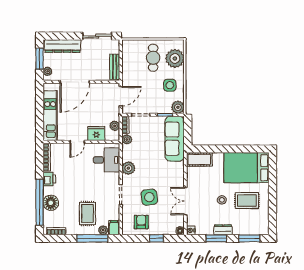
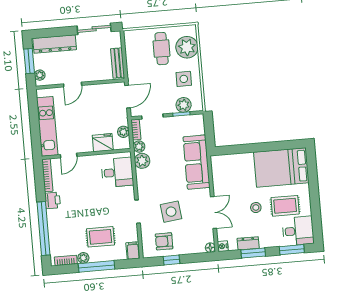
door: (75, 82) -> (73, 85), width x0.53
plant: (178, 107) -> (184, 105), moved
sofa: (175, 139) -> (196, 162), moved
door: (77, 142) -> (69, 155), moved
cot: (199, 159) -> (226, 163), removed
plant: (128, 168) -> (142, 161), moved
double door: (185, 201) -> (214, 213), swing flipped
floor lamp: (51, 203) -> (57, 228), removed
rug: (87, 214) -> (101, 237), turned 90
armchair: (141, 222) -> (164, 241), turned -90
desk: (256, 223) -> (298, 231), added
plant: (103, 230) -> (83, 258), moved
dresser: (223, 230) -> (248, 243), moved
window: (92, 238) -> (97, 266), moved
window: (157, 238) -> (172, 260), moved

